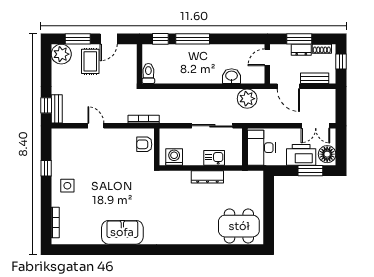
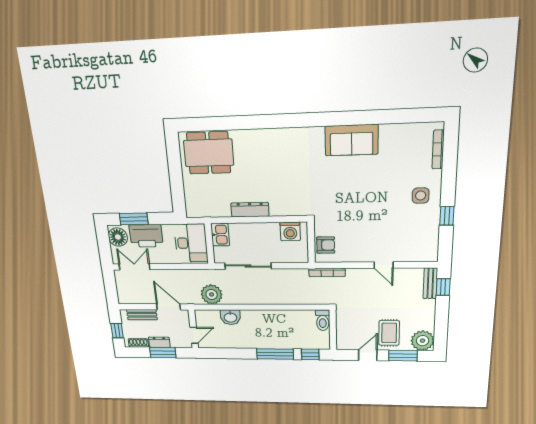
kitchen sink: (214, 158) -> (220, 235), moved, turned -90

